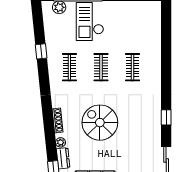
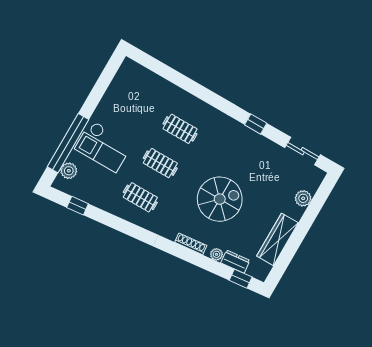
window: (41, 51) -> (78, 206), moved
spiral stairs: (100, 123) -> (220, 199), turned 180

